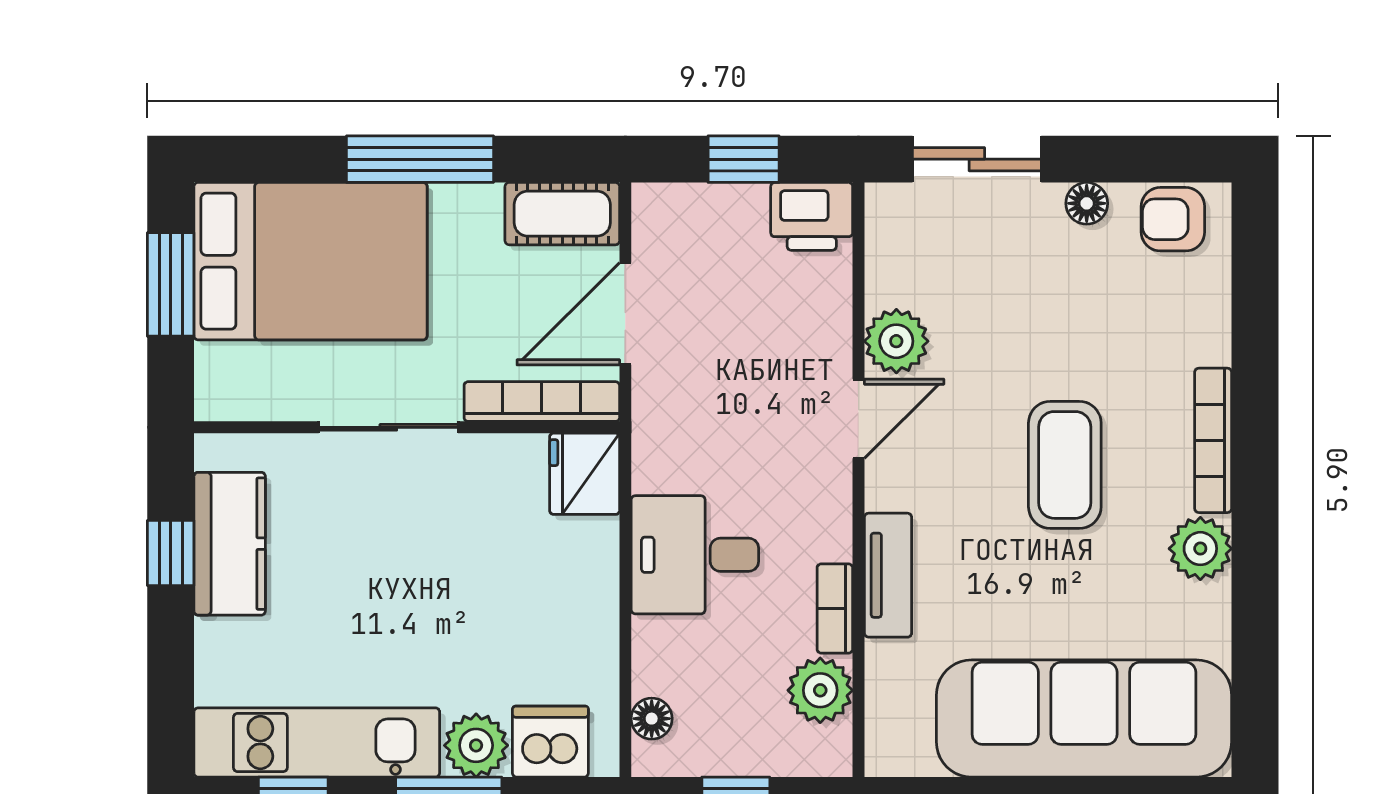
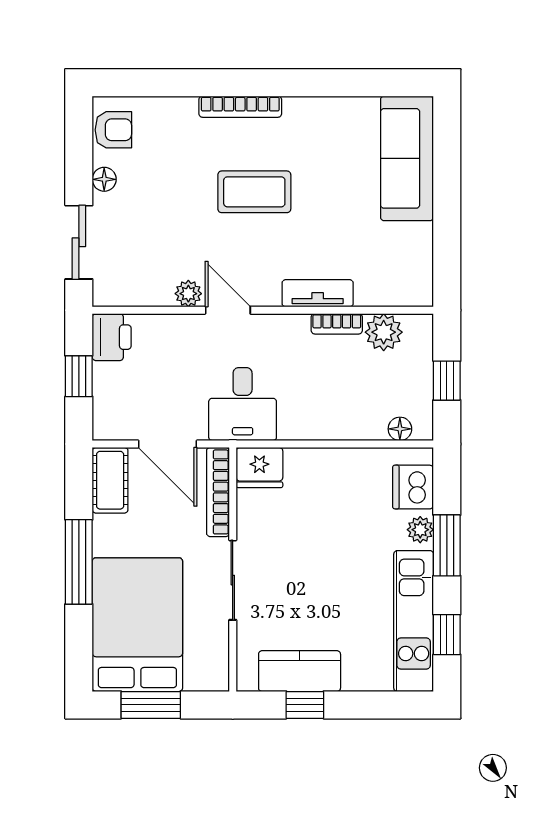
armchair: (1173, 219) -> (113, 130), turned -90
plant: (896, 341) -> (188, 294), width x0.73, depth x0.73
plant: (1200, 549) -> (302, 114), removed
desk: (695, 555) -> (243, 404), moved
sofa: (1084, 718) -> (407, 158), width x0.74, depth x0.79
plant: (476, 745) -> (420, 530), width x0.73, depth x0.73

